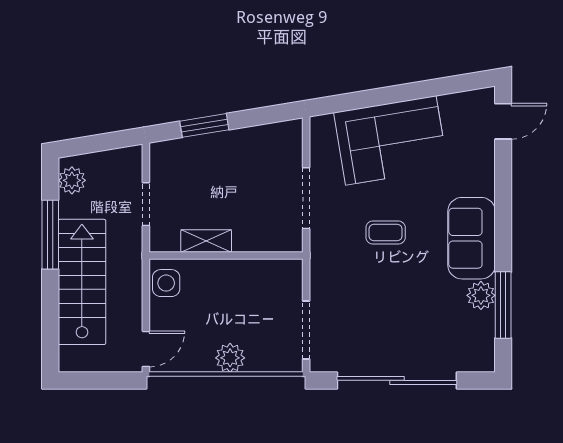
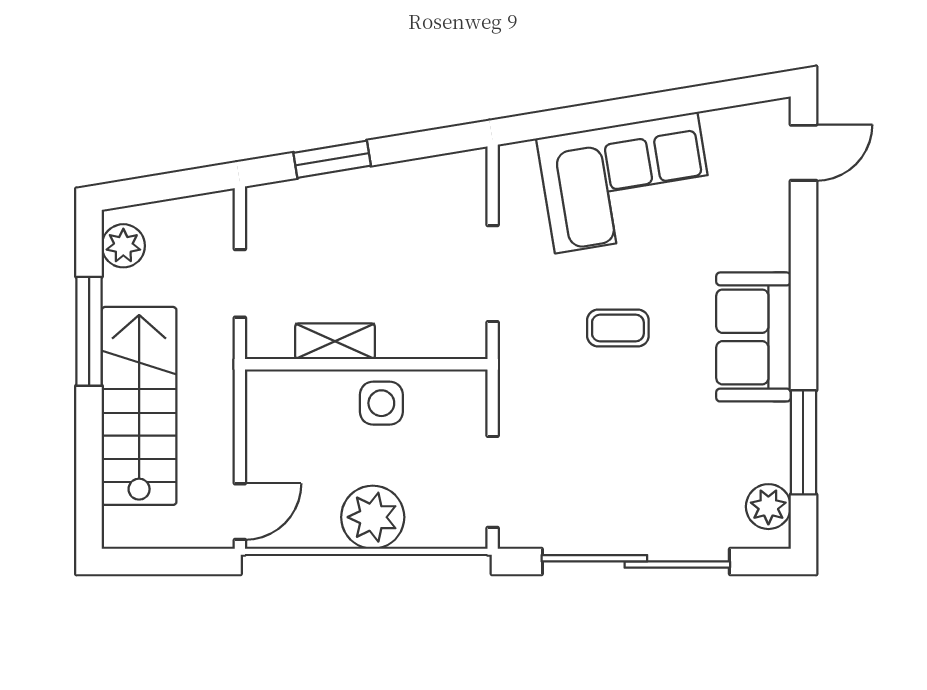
side table: (166, 283) -> (381, 403), moved
plant: (481, 295) -> (768, 507), moved
plant: (230, 358) -> (373, 517), width x1.36, depth x1.36

